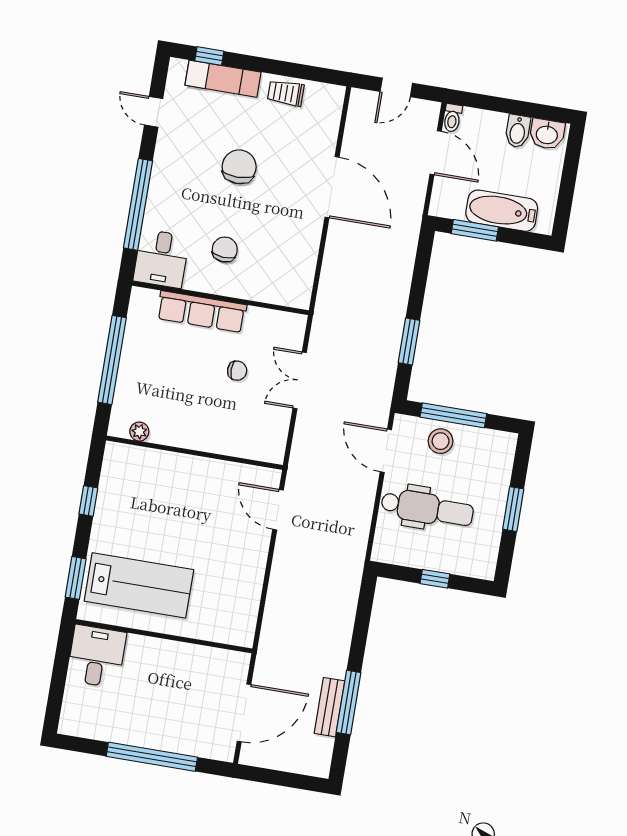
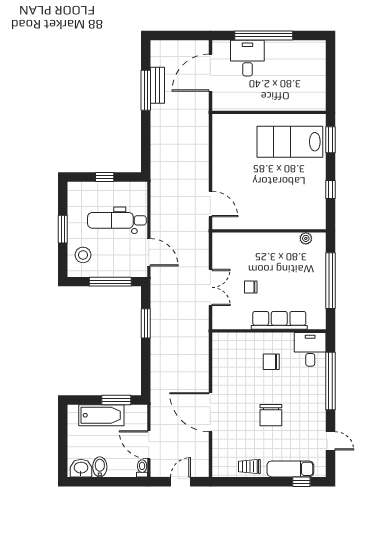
trolley: (286, 93) -> (249, 466), turned 180
chair: (225, 250) -> (271, 362), turned 86
stool: (441, 441) -> (83, 255), moved
desk: (96, 656) -> (247, 58), moved, turned 180

